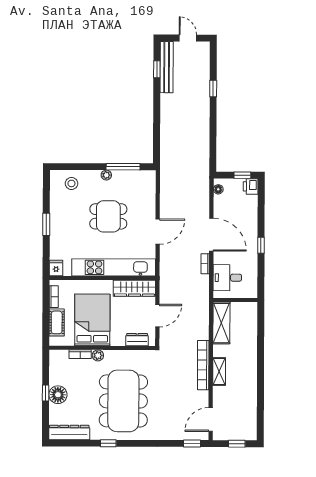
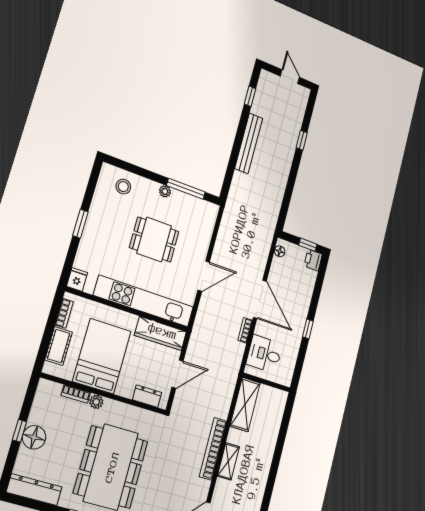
bench: (167, 67) -> (249, 143), moved

